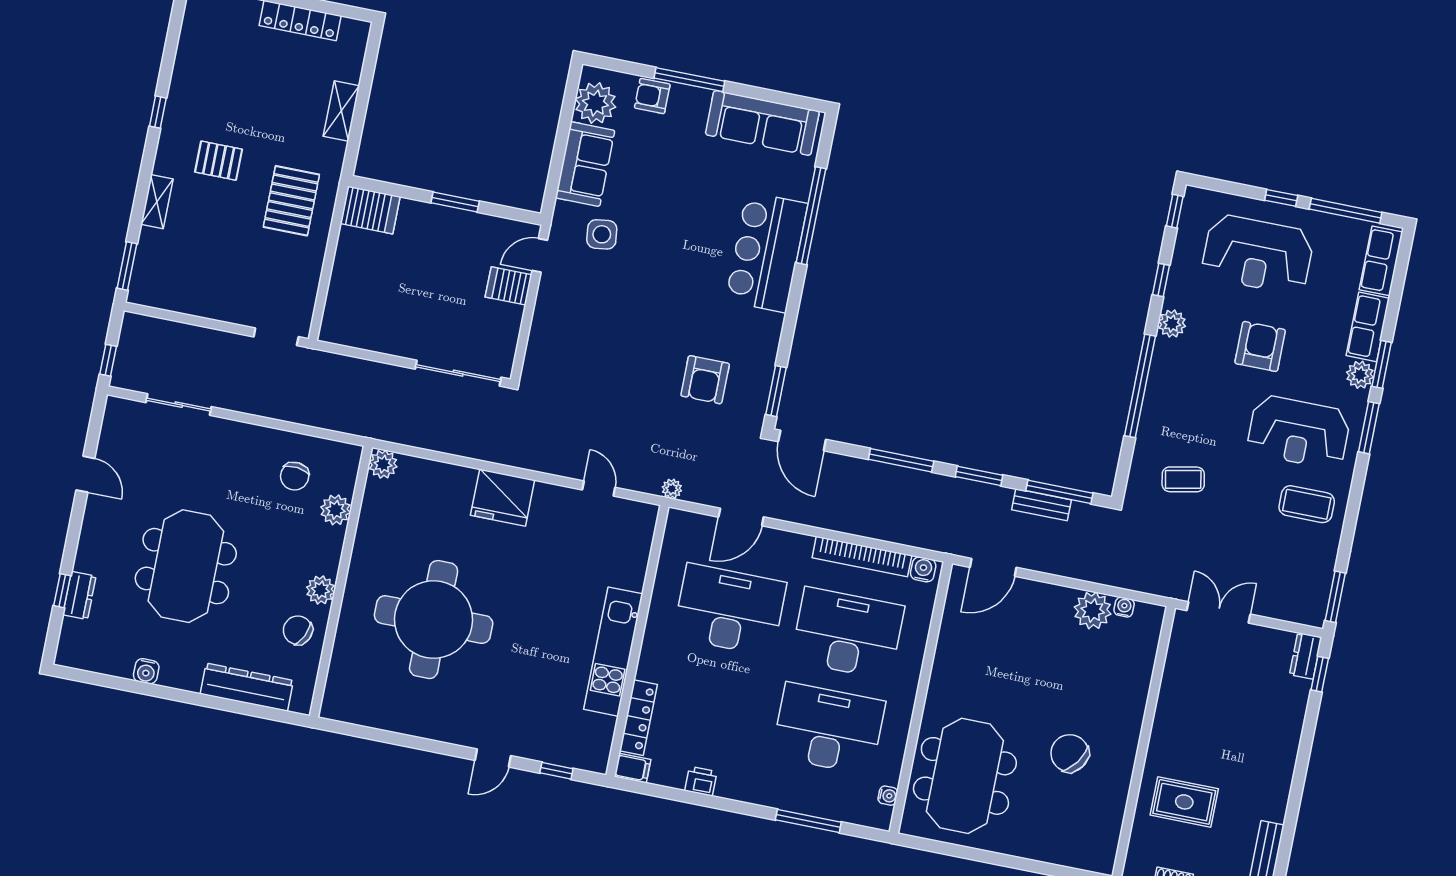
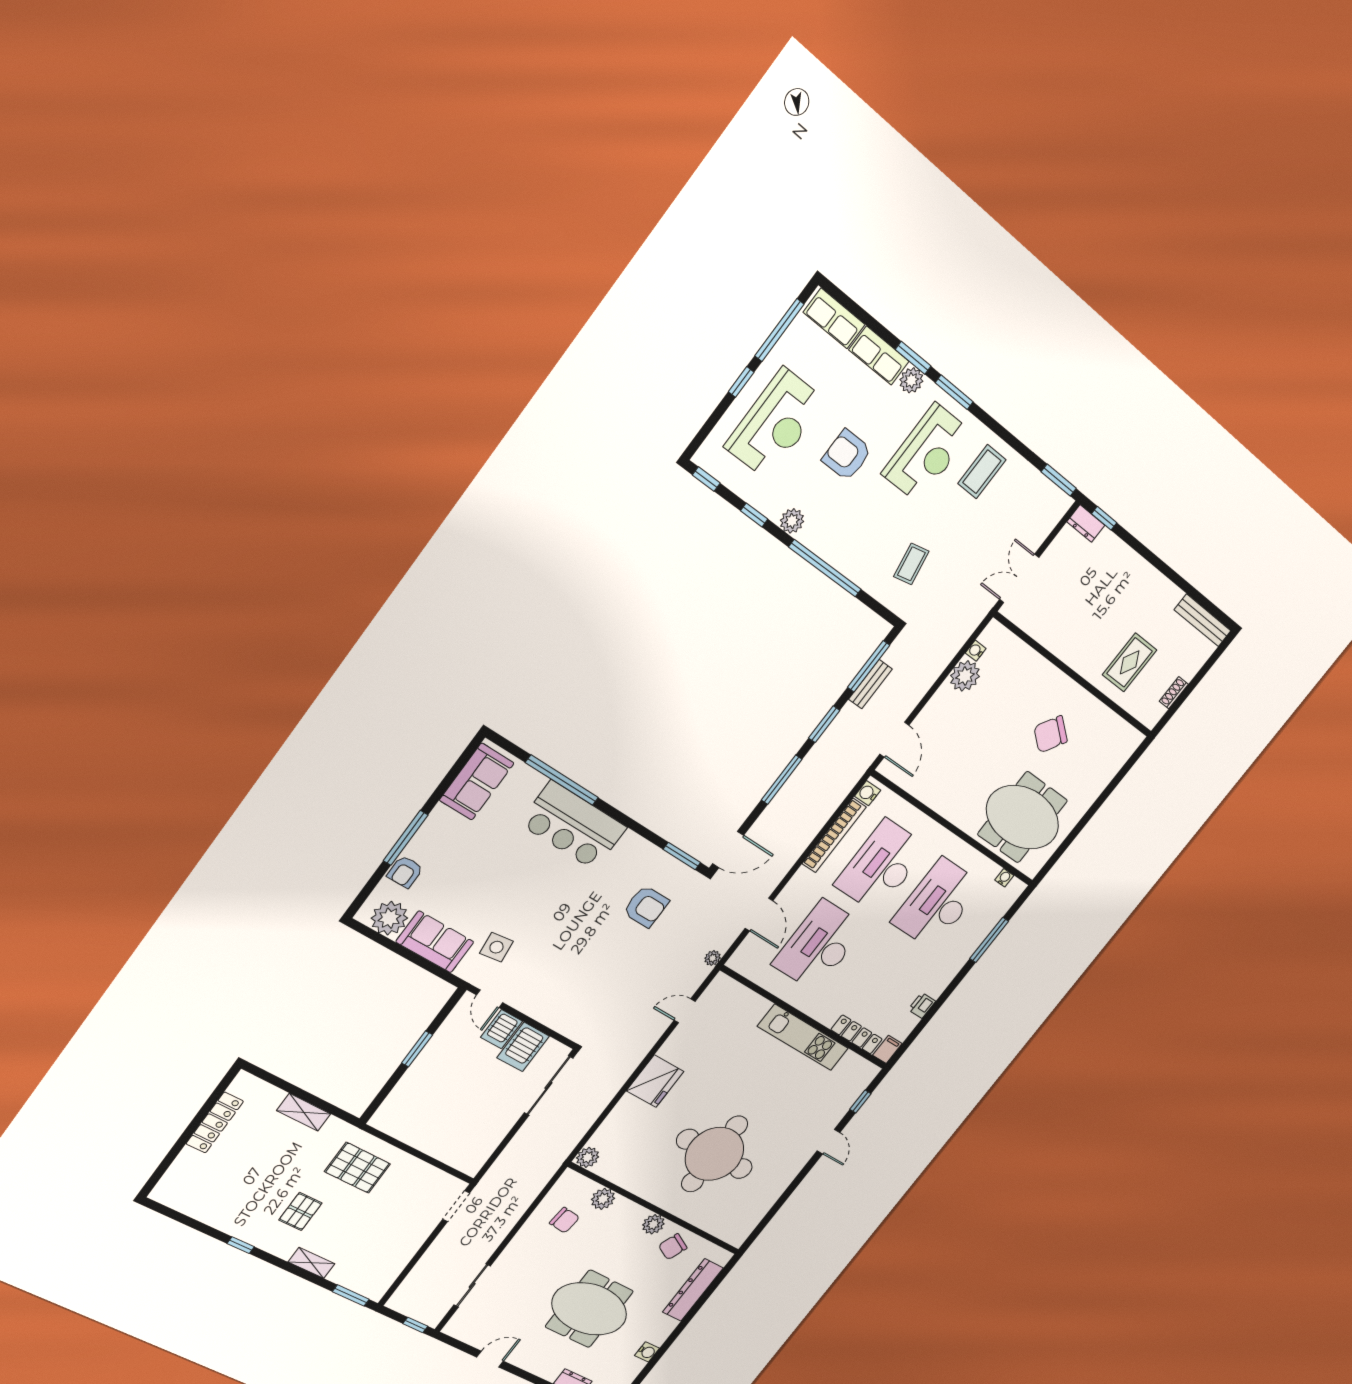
sofa: (762, 123) -> (477, 782), width x0.73
server rack: (370, 210) -> (523, 1047), moved, turned 180

